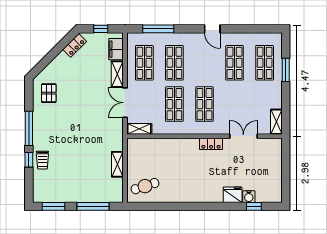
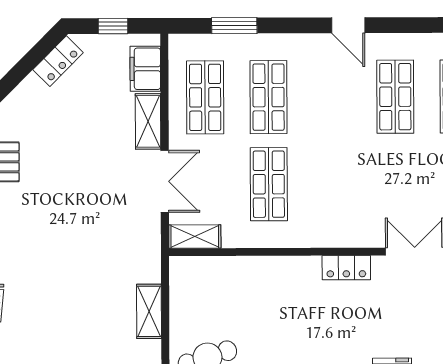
window: (158, 29) -> (234, 26), width x0.69
double door: (125, 103) -> (165, 181), swing flipped
shop shelf: (204, 104) -> (332, 184), removed

